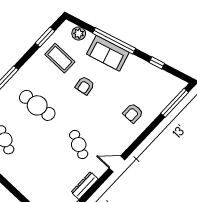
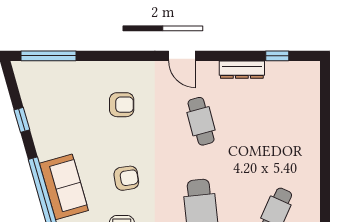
armchair: (133, 113) -> (122, 105), moved
cafe table: (79, 145) -> (201, 121), turned -39

